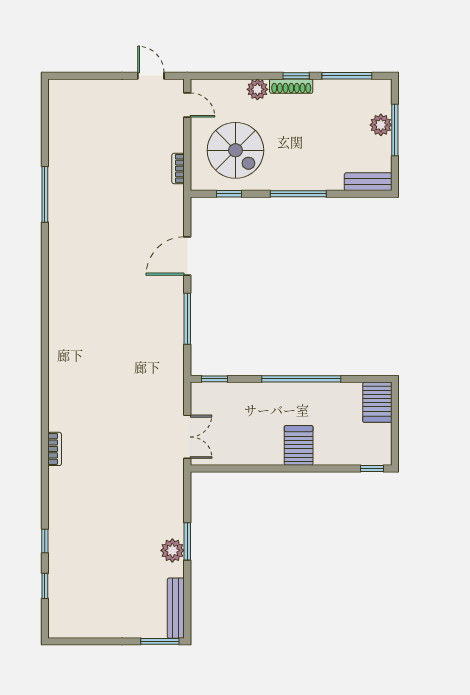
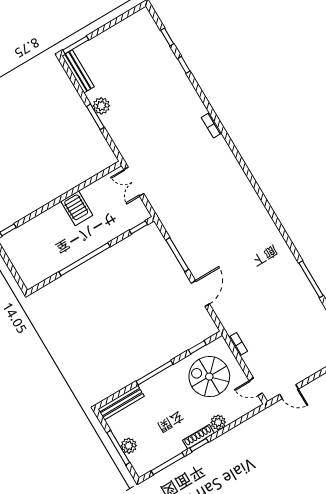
bench: (368, 182) -> (121, 403), width x1.36
server rack: (377, 402) -> (29, 273), removed
server rack: (299, 445) -> (77, 208), moved

